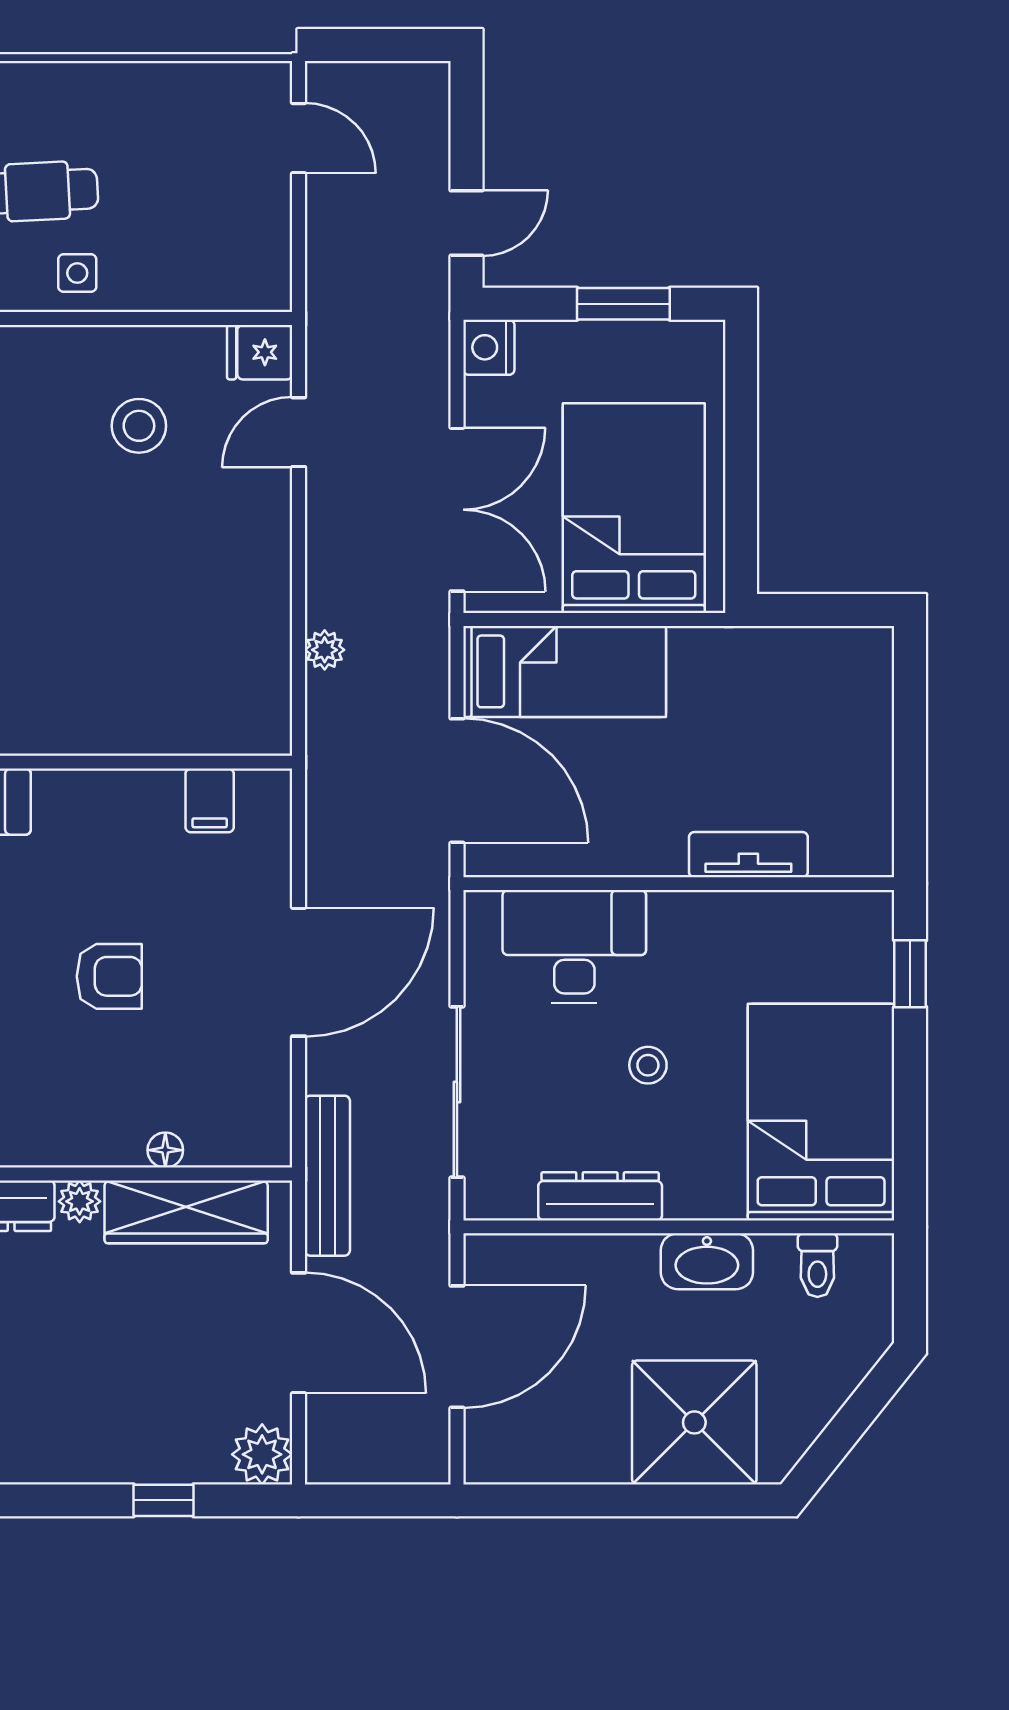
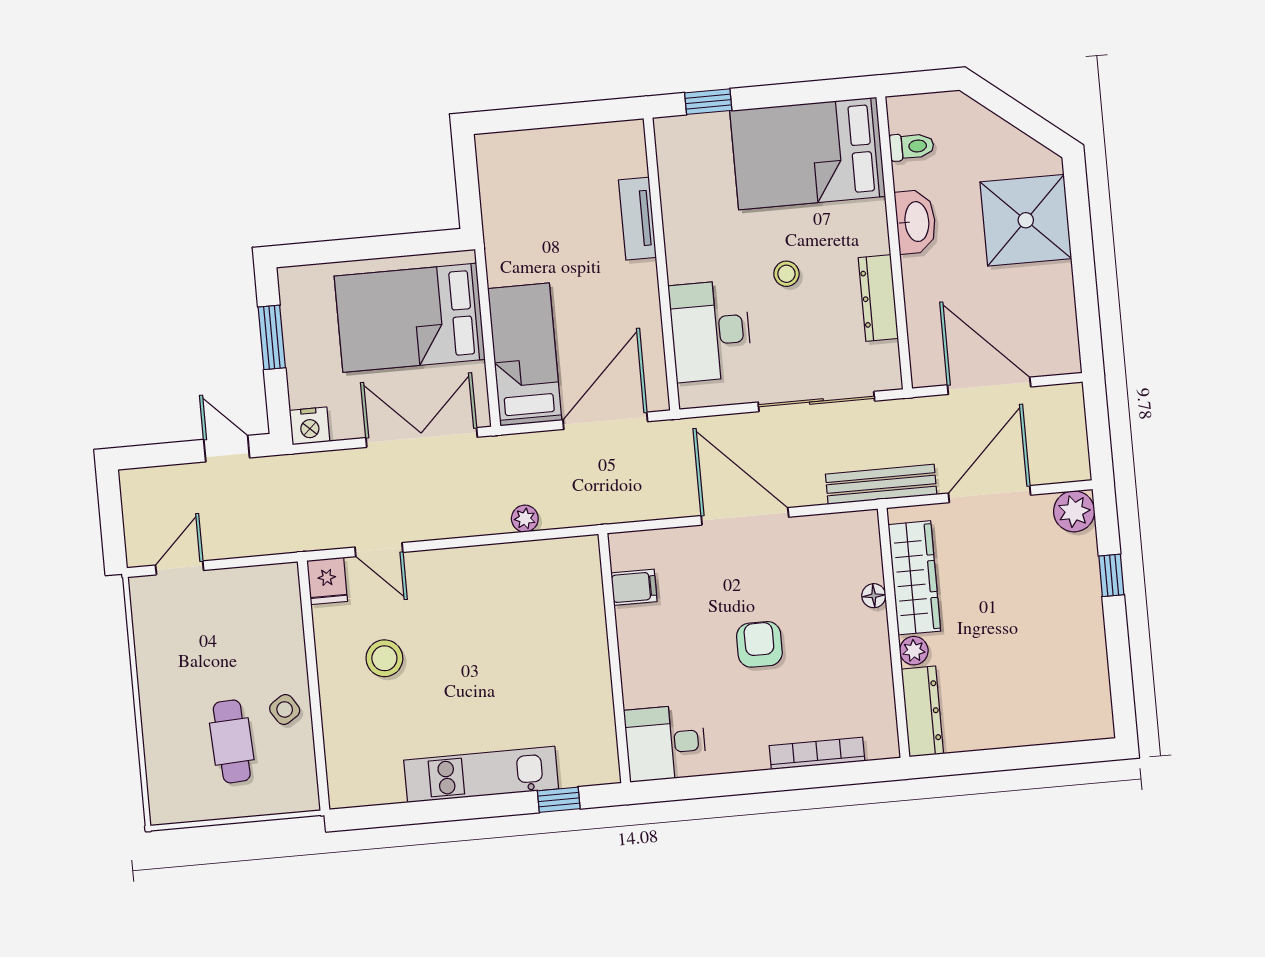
side table: (77, 273) -> (285, 709), turned -33

